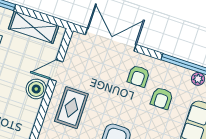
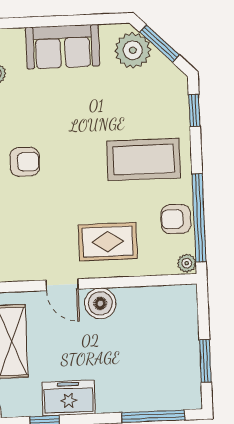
armchair: (162, 98) -> (44, 116), removed

